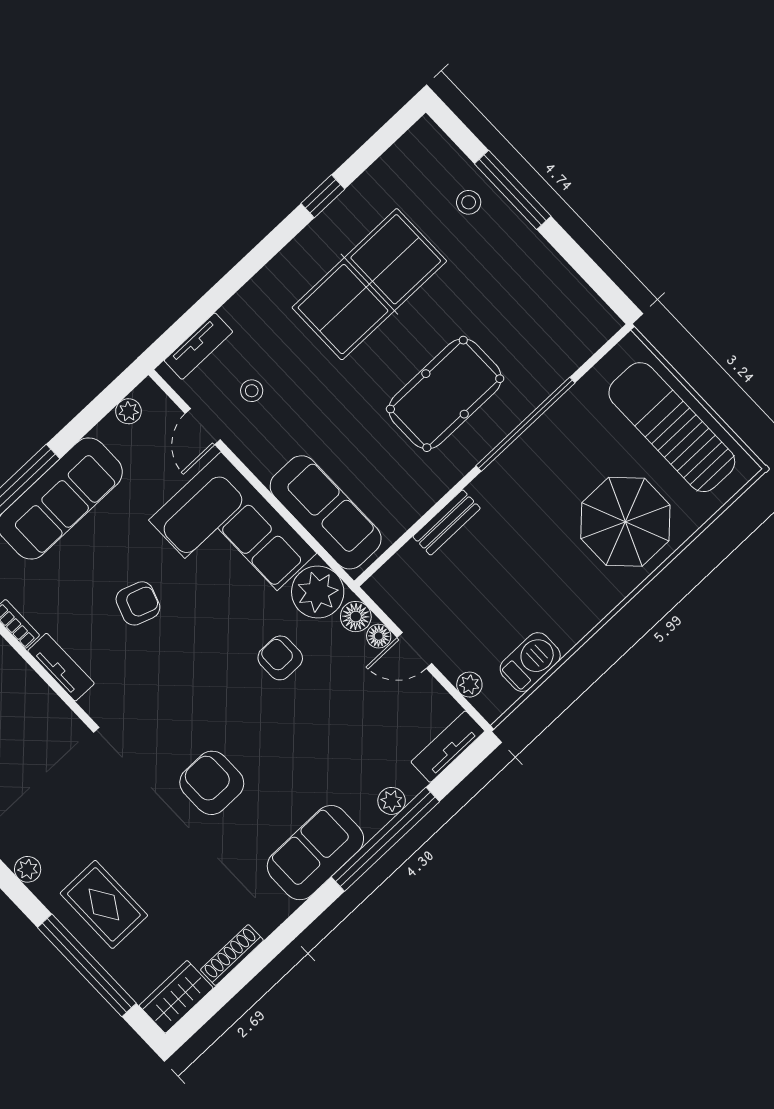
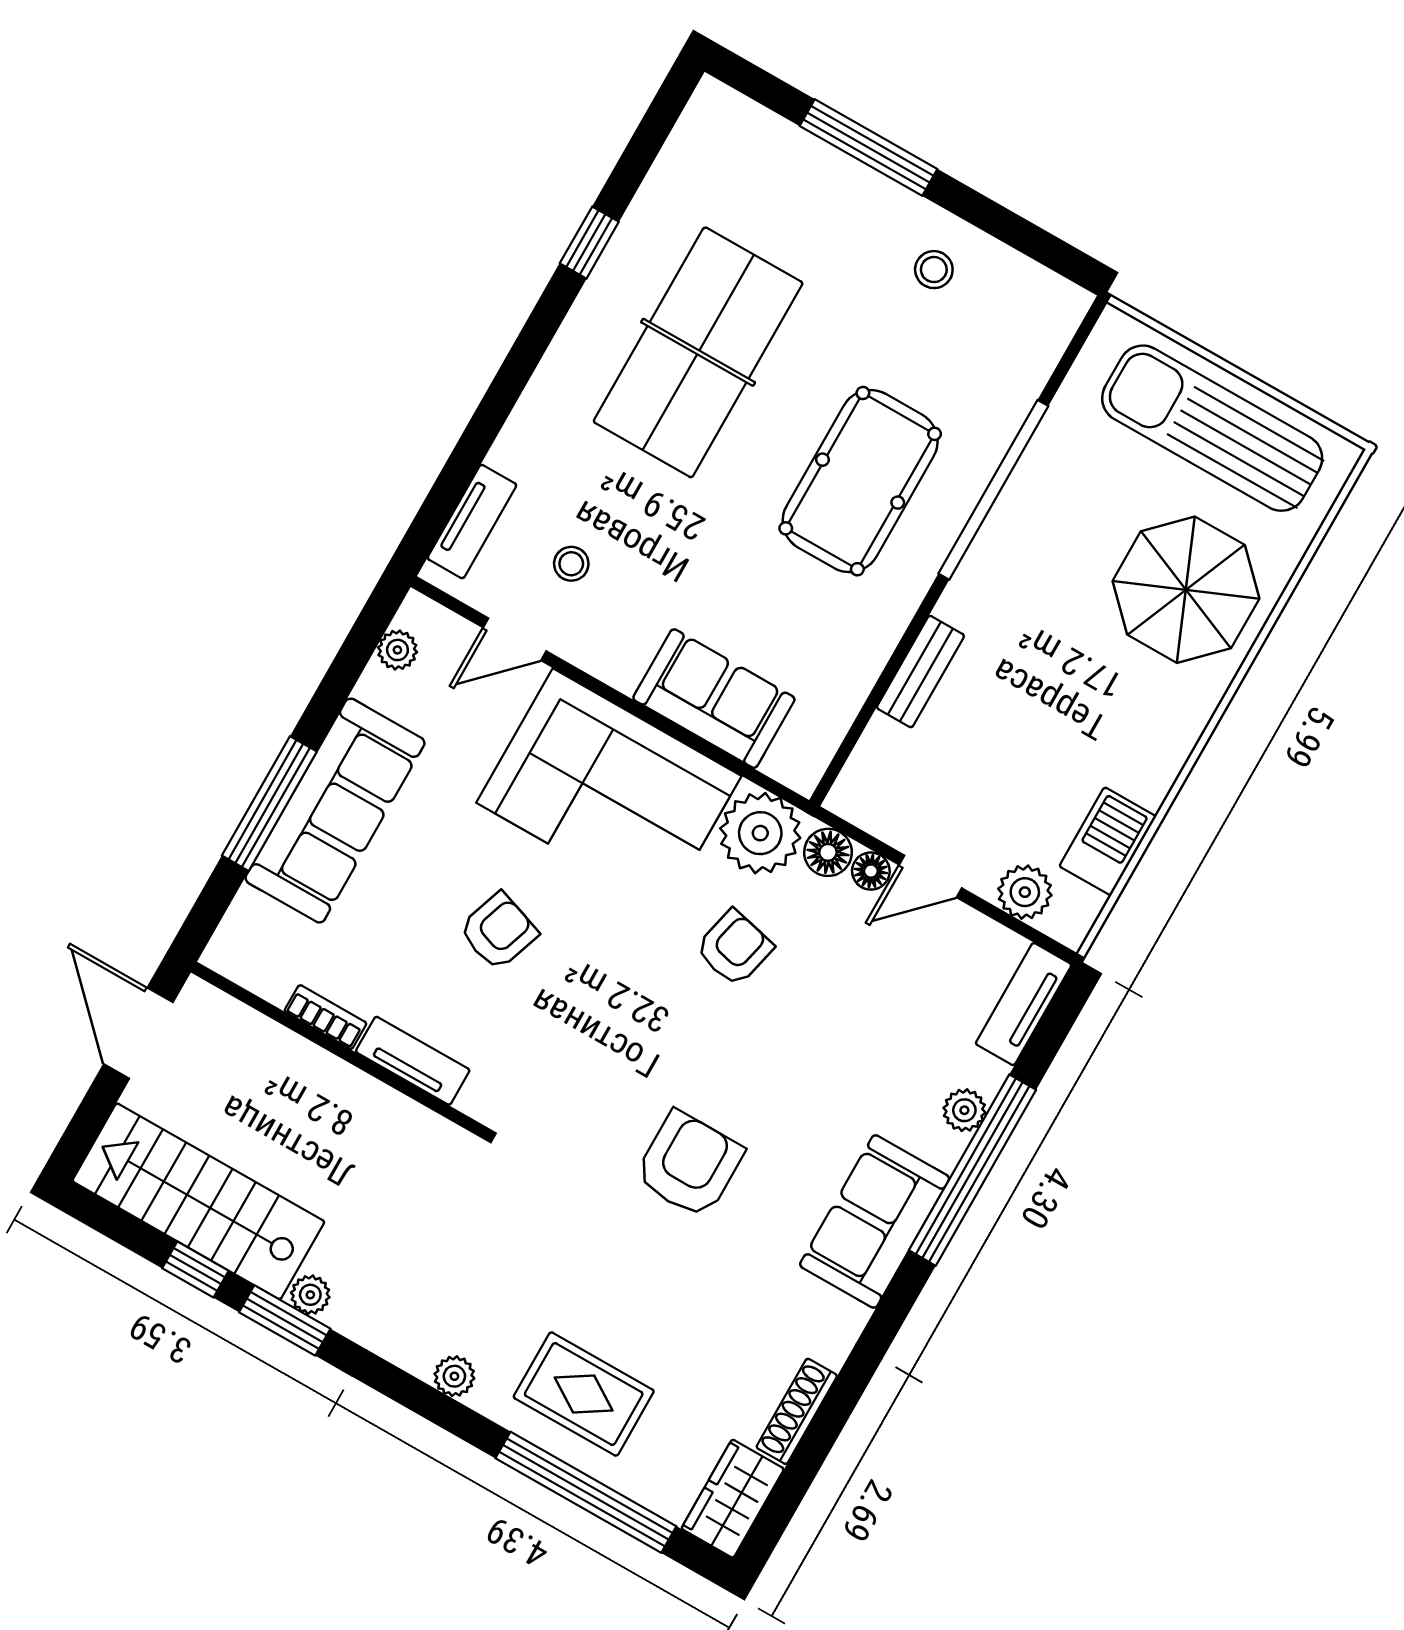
stool: (469, 202) -> (934, 270), moved
door: (203, 427) -> (515, 639), hinge flipped
sofa: (326, 512) -> (714, 699), width x0.73
armchair: (280, 658) -> (734, 948), turned 103
plant: (469, 685) -> (1025, 892), width x1.38, depth x1.38
armchair: (212, 783) -> (689, 1165), turned 90

